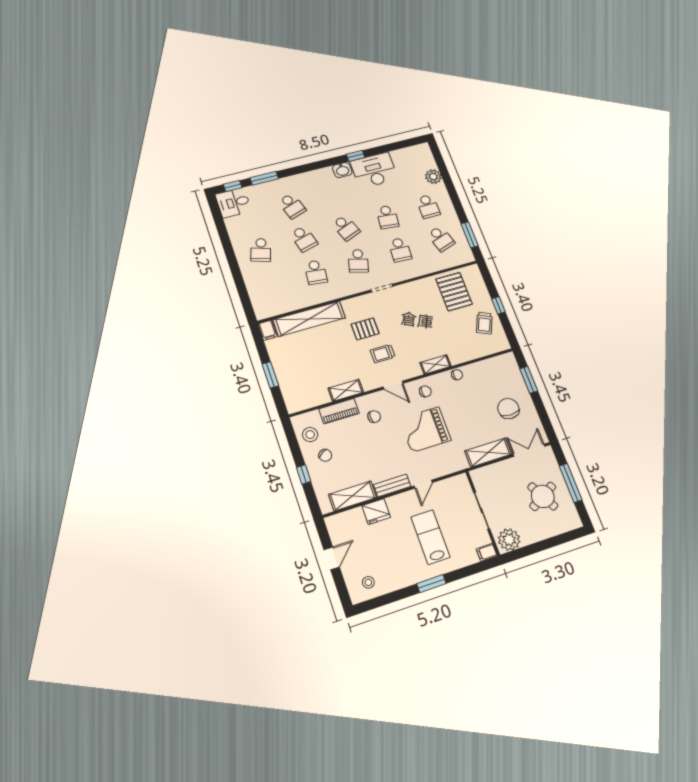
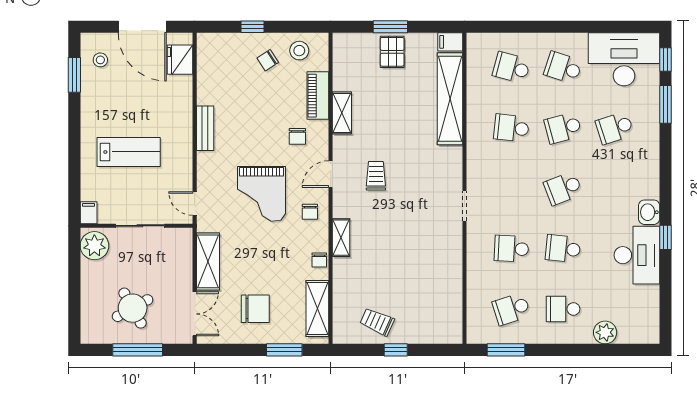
desk: (233, 203) -> (624, 59), width x1.87, depth x1.30
school desk: (358, 261) -> (511, 68), moved
pallet: (454, 292) -> (432, 298), removed
pallet: (365, 329) -> (392, 52), moved
grand piano: (425, 429) -> (261, 194), turned 180
door: (423, 484) -> (195, 203), moved
shelving: (353, 496) -> (317, 308), moved
fridge: (376, 512) -> (180, 60), moved
door: (332, 558) -> (142, 27), width x1.88
window: (431, 584) -> (74, 75), moved

